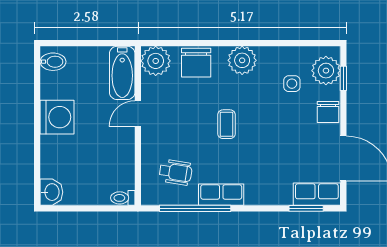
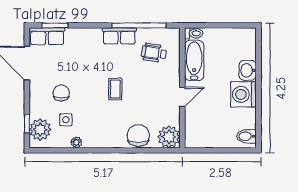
plant: (242, 60) -> (76, 142), moved, width x0.53, depth x0.53
bathtub: (122, 73) -> (194, 60), moved
chair: (328, 112) -> (61, 93), moved
washbasin: (51, 192) -> (248, 70), moved

